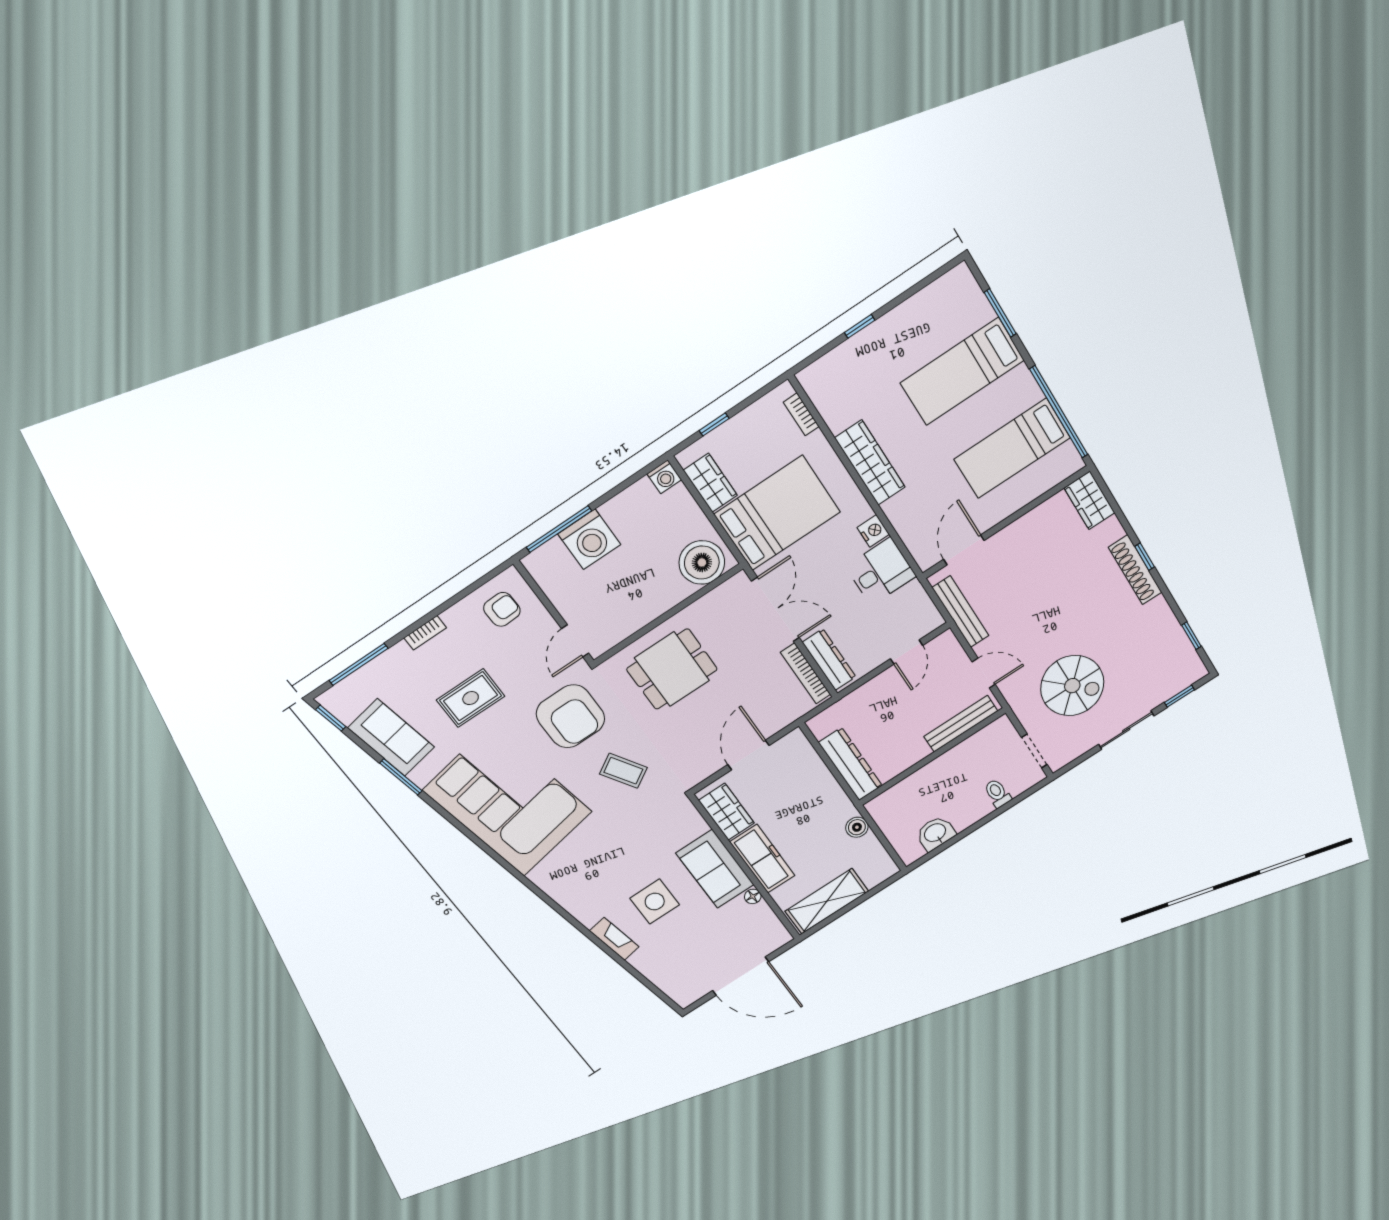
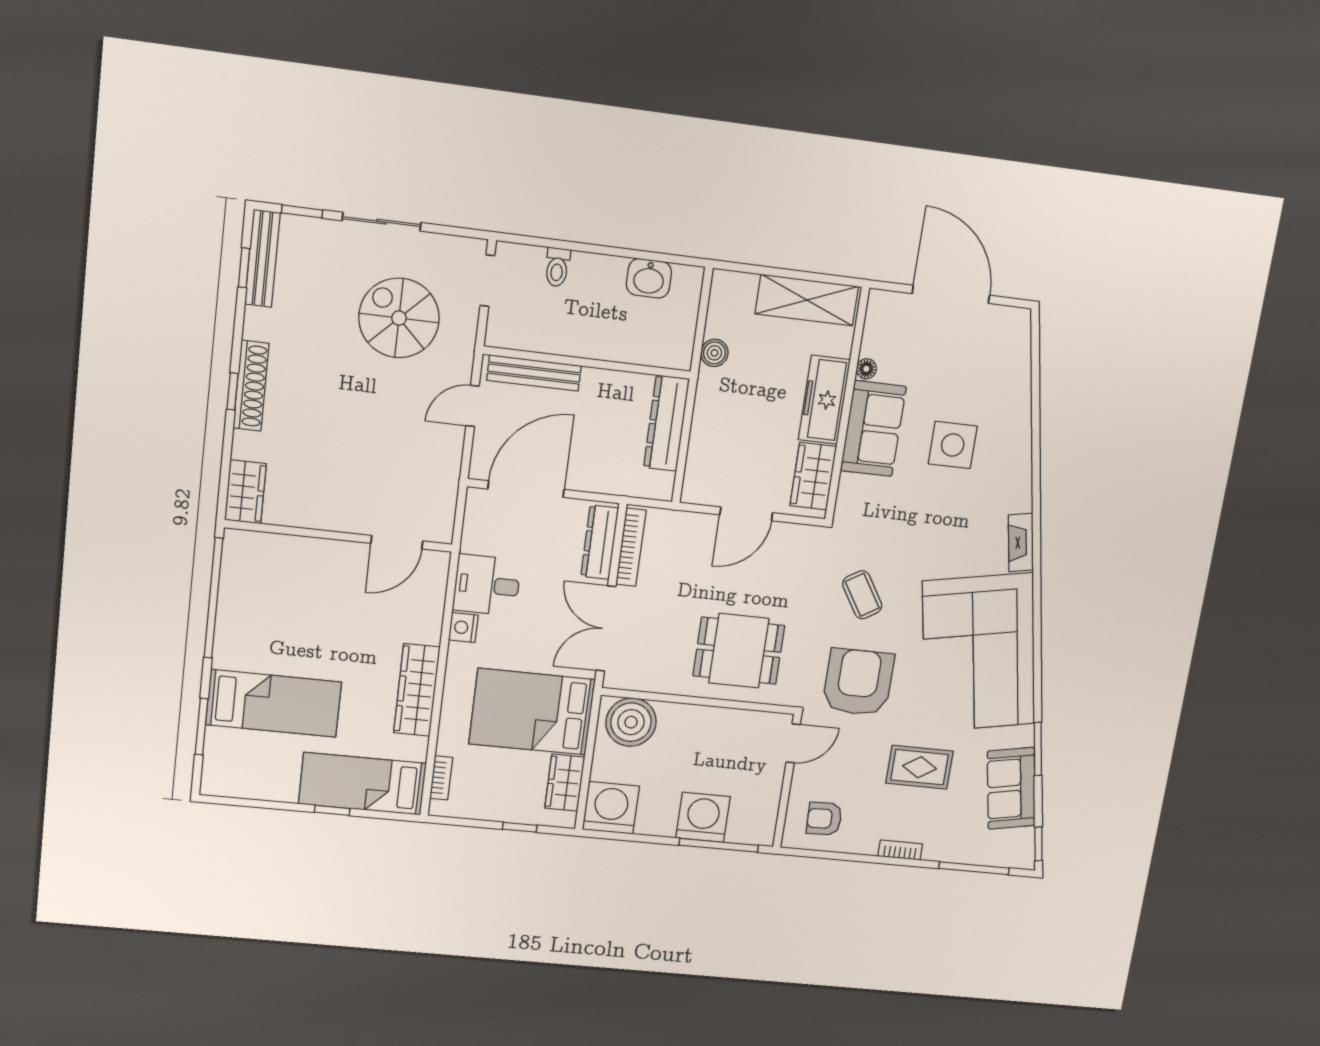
bed: (1012, 448) -> (362, 784), moved, turned 180
washing machine: (664, 477) -> (611, 808), width x1.89, depth x1.89
bench: (960, 612) -> (262, 259), moved
door: (906, 652) -> (526, 489), width x1.88
door: (984, 673) -> (472, 406), hinge flipped
fireplace: (614, 939) -> (1021, 543), moved

